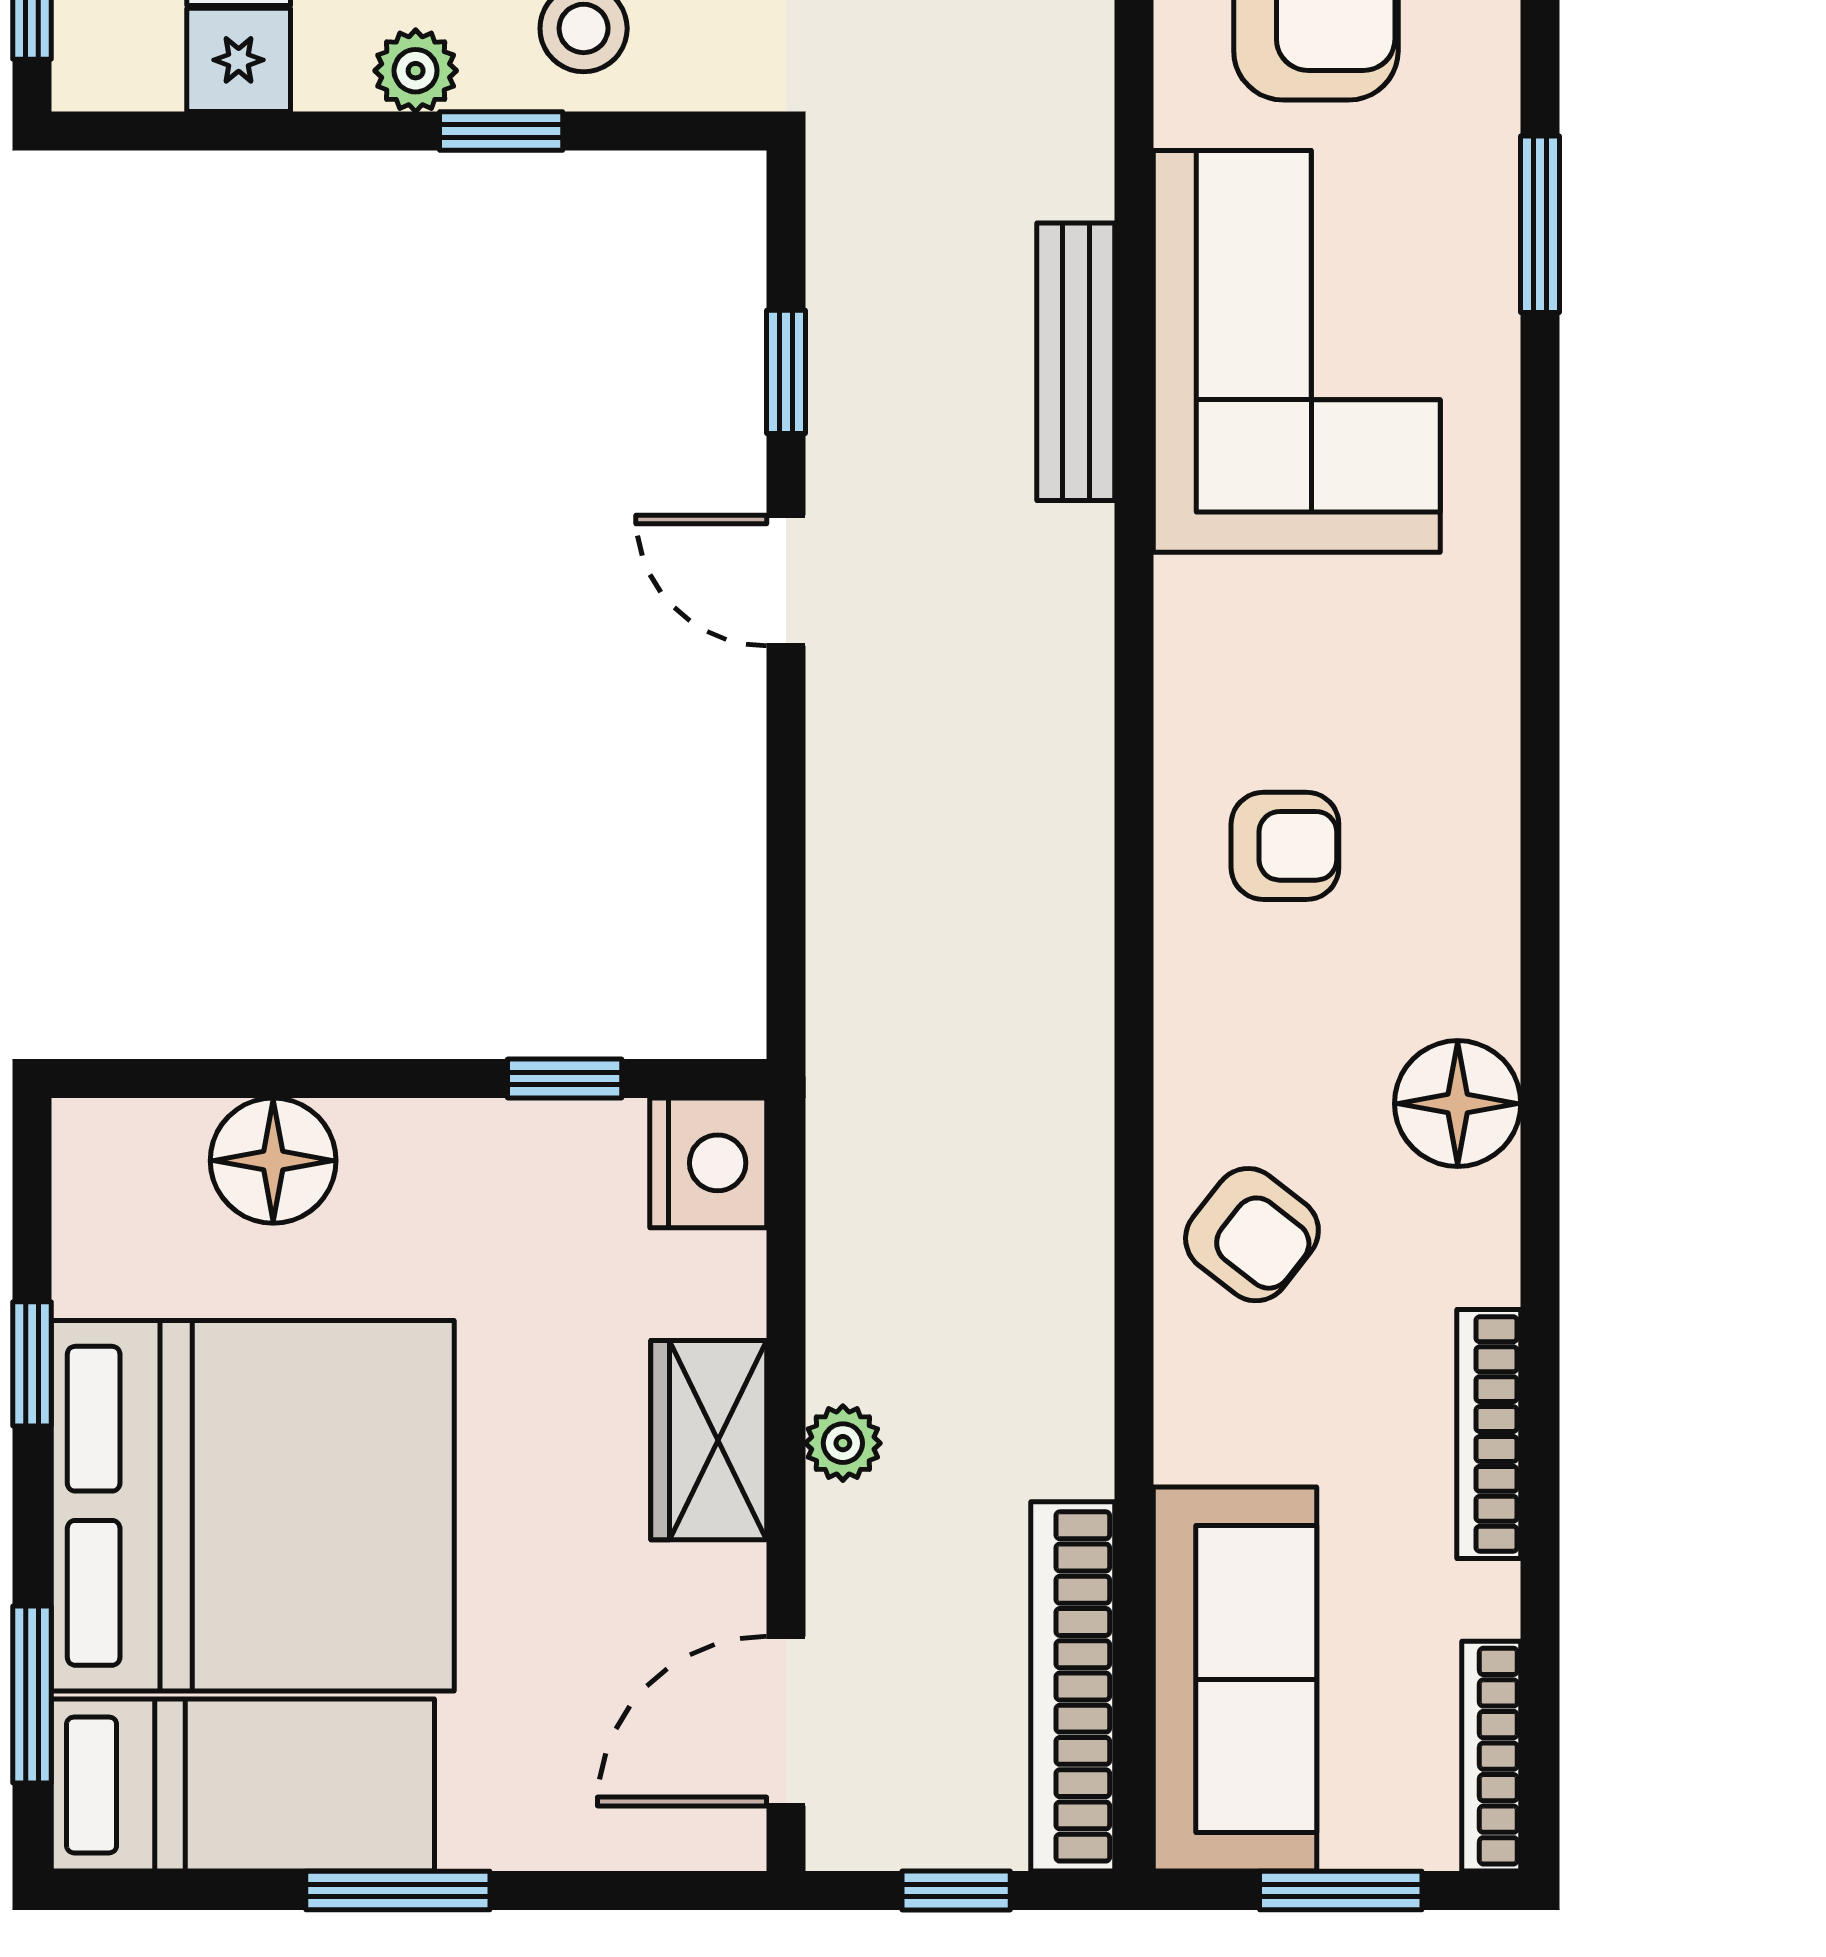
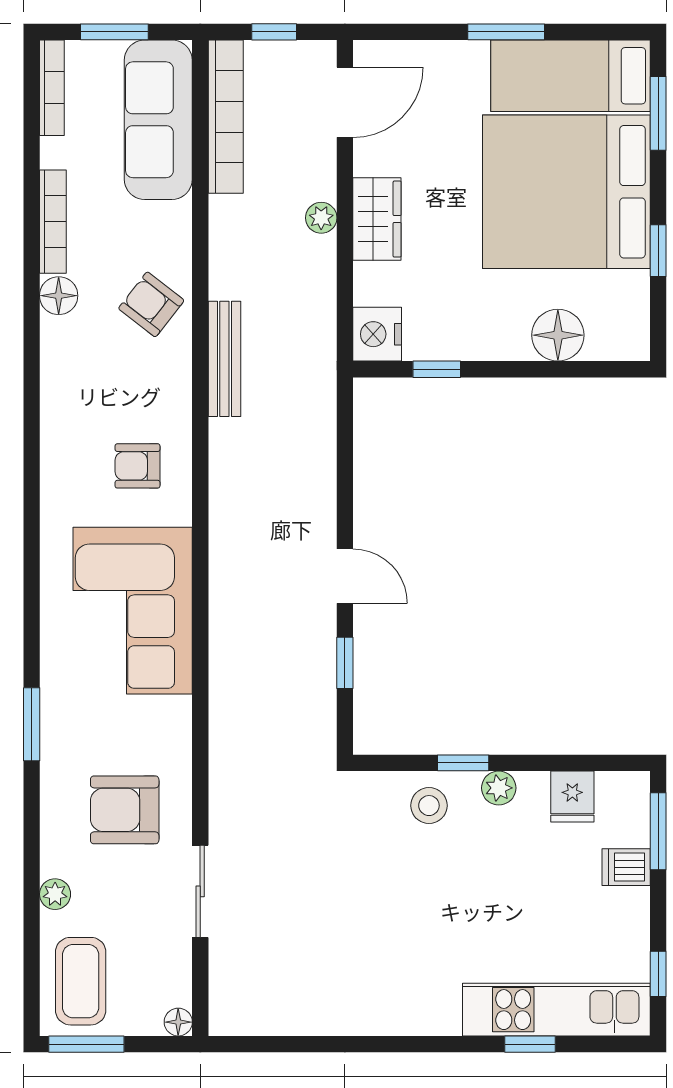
corner sofa: (1297, 351) -> (133, 611), moved
bench: (1076, 362) -> (224, 359), moved
floor lamp: (1458, 1104) -> (59, 296), moved, width x0.73, depth x0.73

